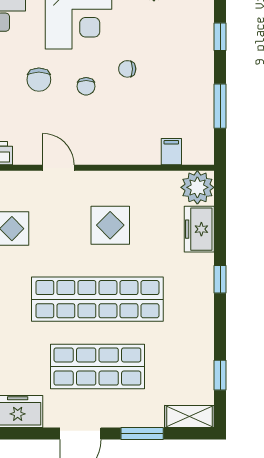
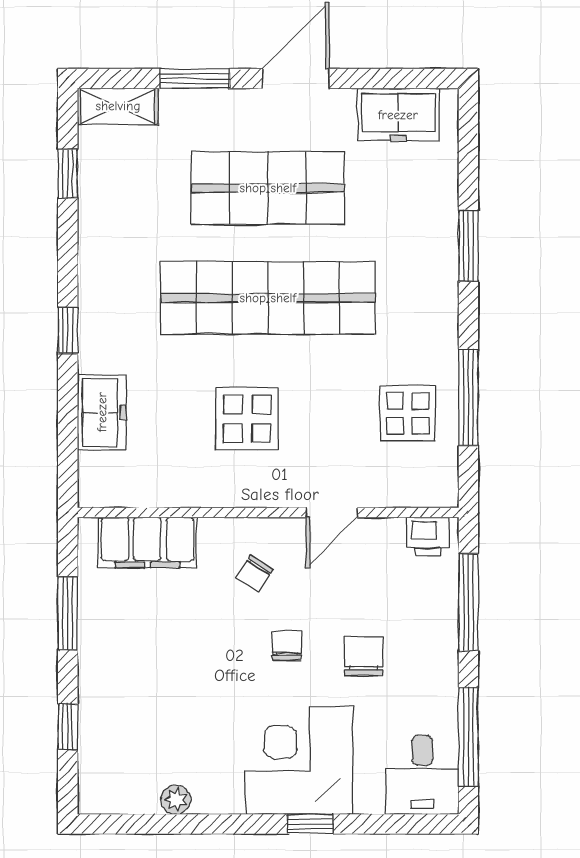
chair: (127, 69) -> (255, 574), moved, turned 123
filing cabinet: (171, 152) -> (147, 543), width x3.00, depth x1.17
door: (58, 168) -> (332, 513), hinge flipped
plant: (197, 187) -> (105, 480), removed

